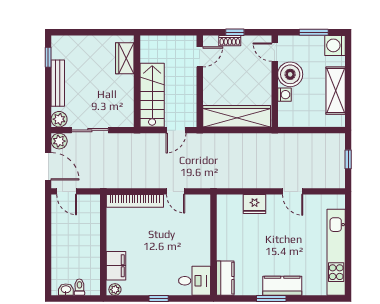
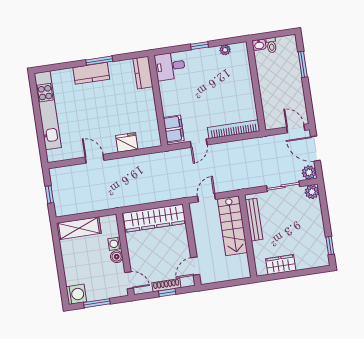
shoe rack: (230, 41) -> (166, 285), width x1.43
wardrobe: (125, 58) -> (281, 265), moved, turned -90
boiler: (290, 74) -> (117, 257), width x0.54, depth x0.54
bench: (58, 83) -> (254, 220), moved
shelving: (336, 91) -> (79, 228), moved, turned 90
door: (176, 191) -> (199, 143), swing flipped
window: (48, 261) -> (303, 64), added
filing cabinet: (116, 266) -> (174, 129), moved, turned 180
washbasin: (66, 290) -> (259, 45), moved
plant: (115, 290) -> (225, 50), moved

